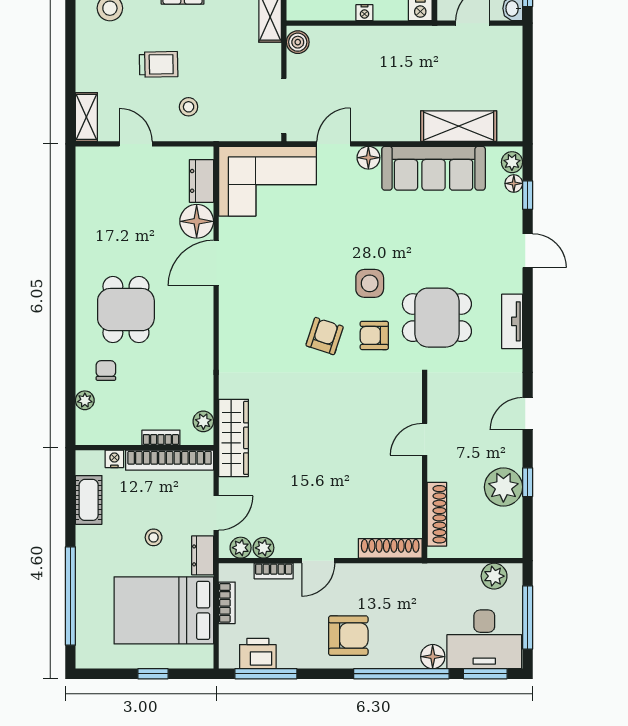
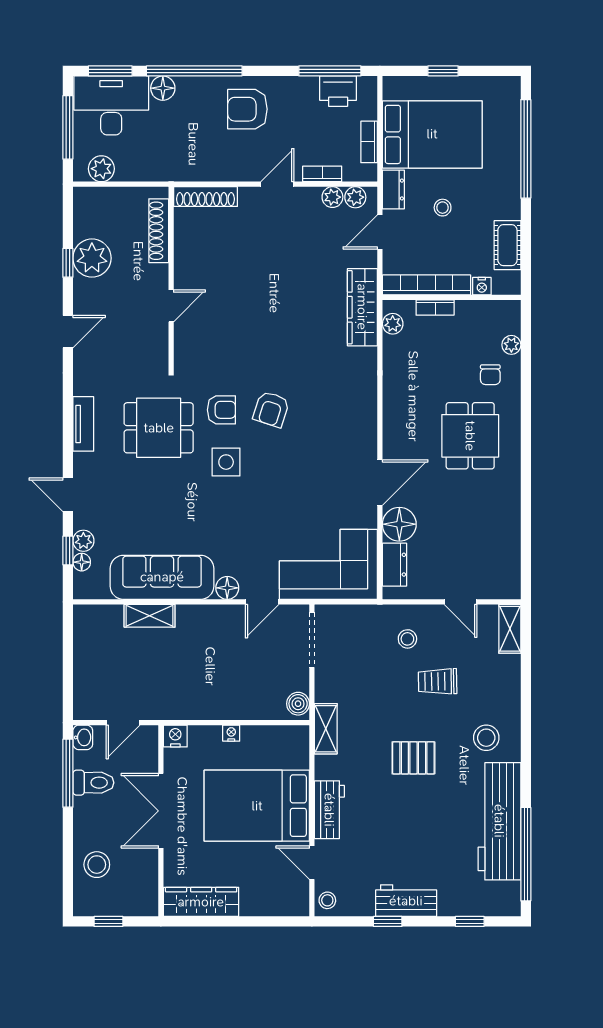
shelving: (459, 126) -> (150, 616), width x0.67, depth x0.75
plant: (512, 162) -> (83, 541), moved

